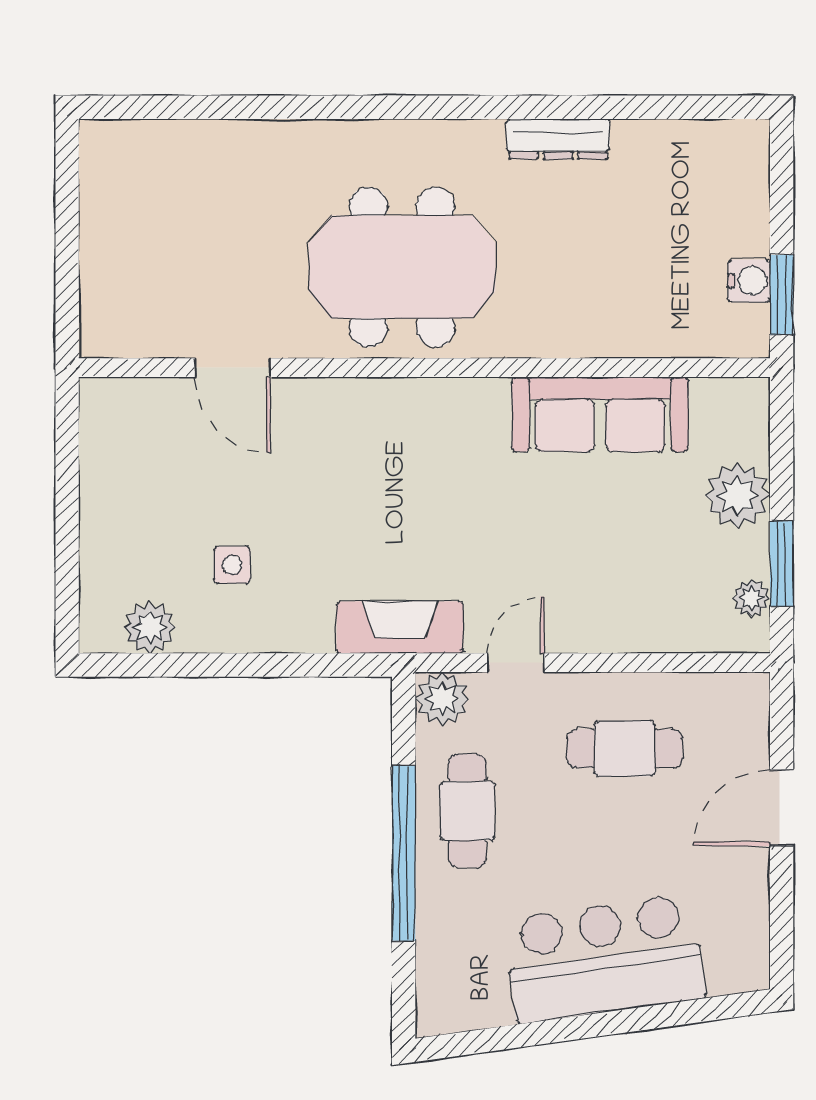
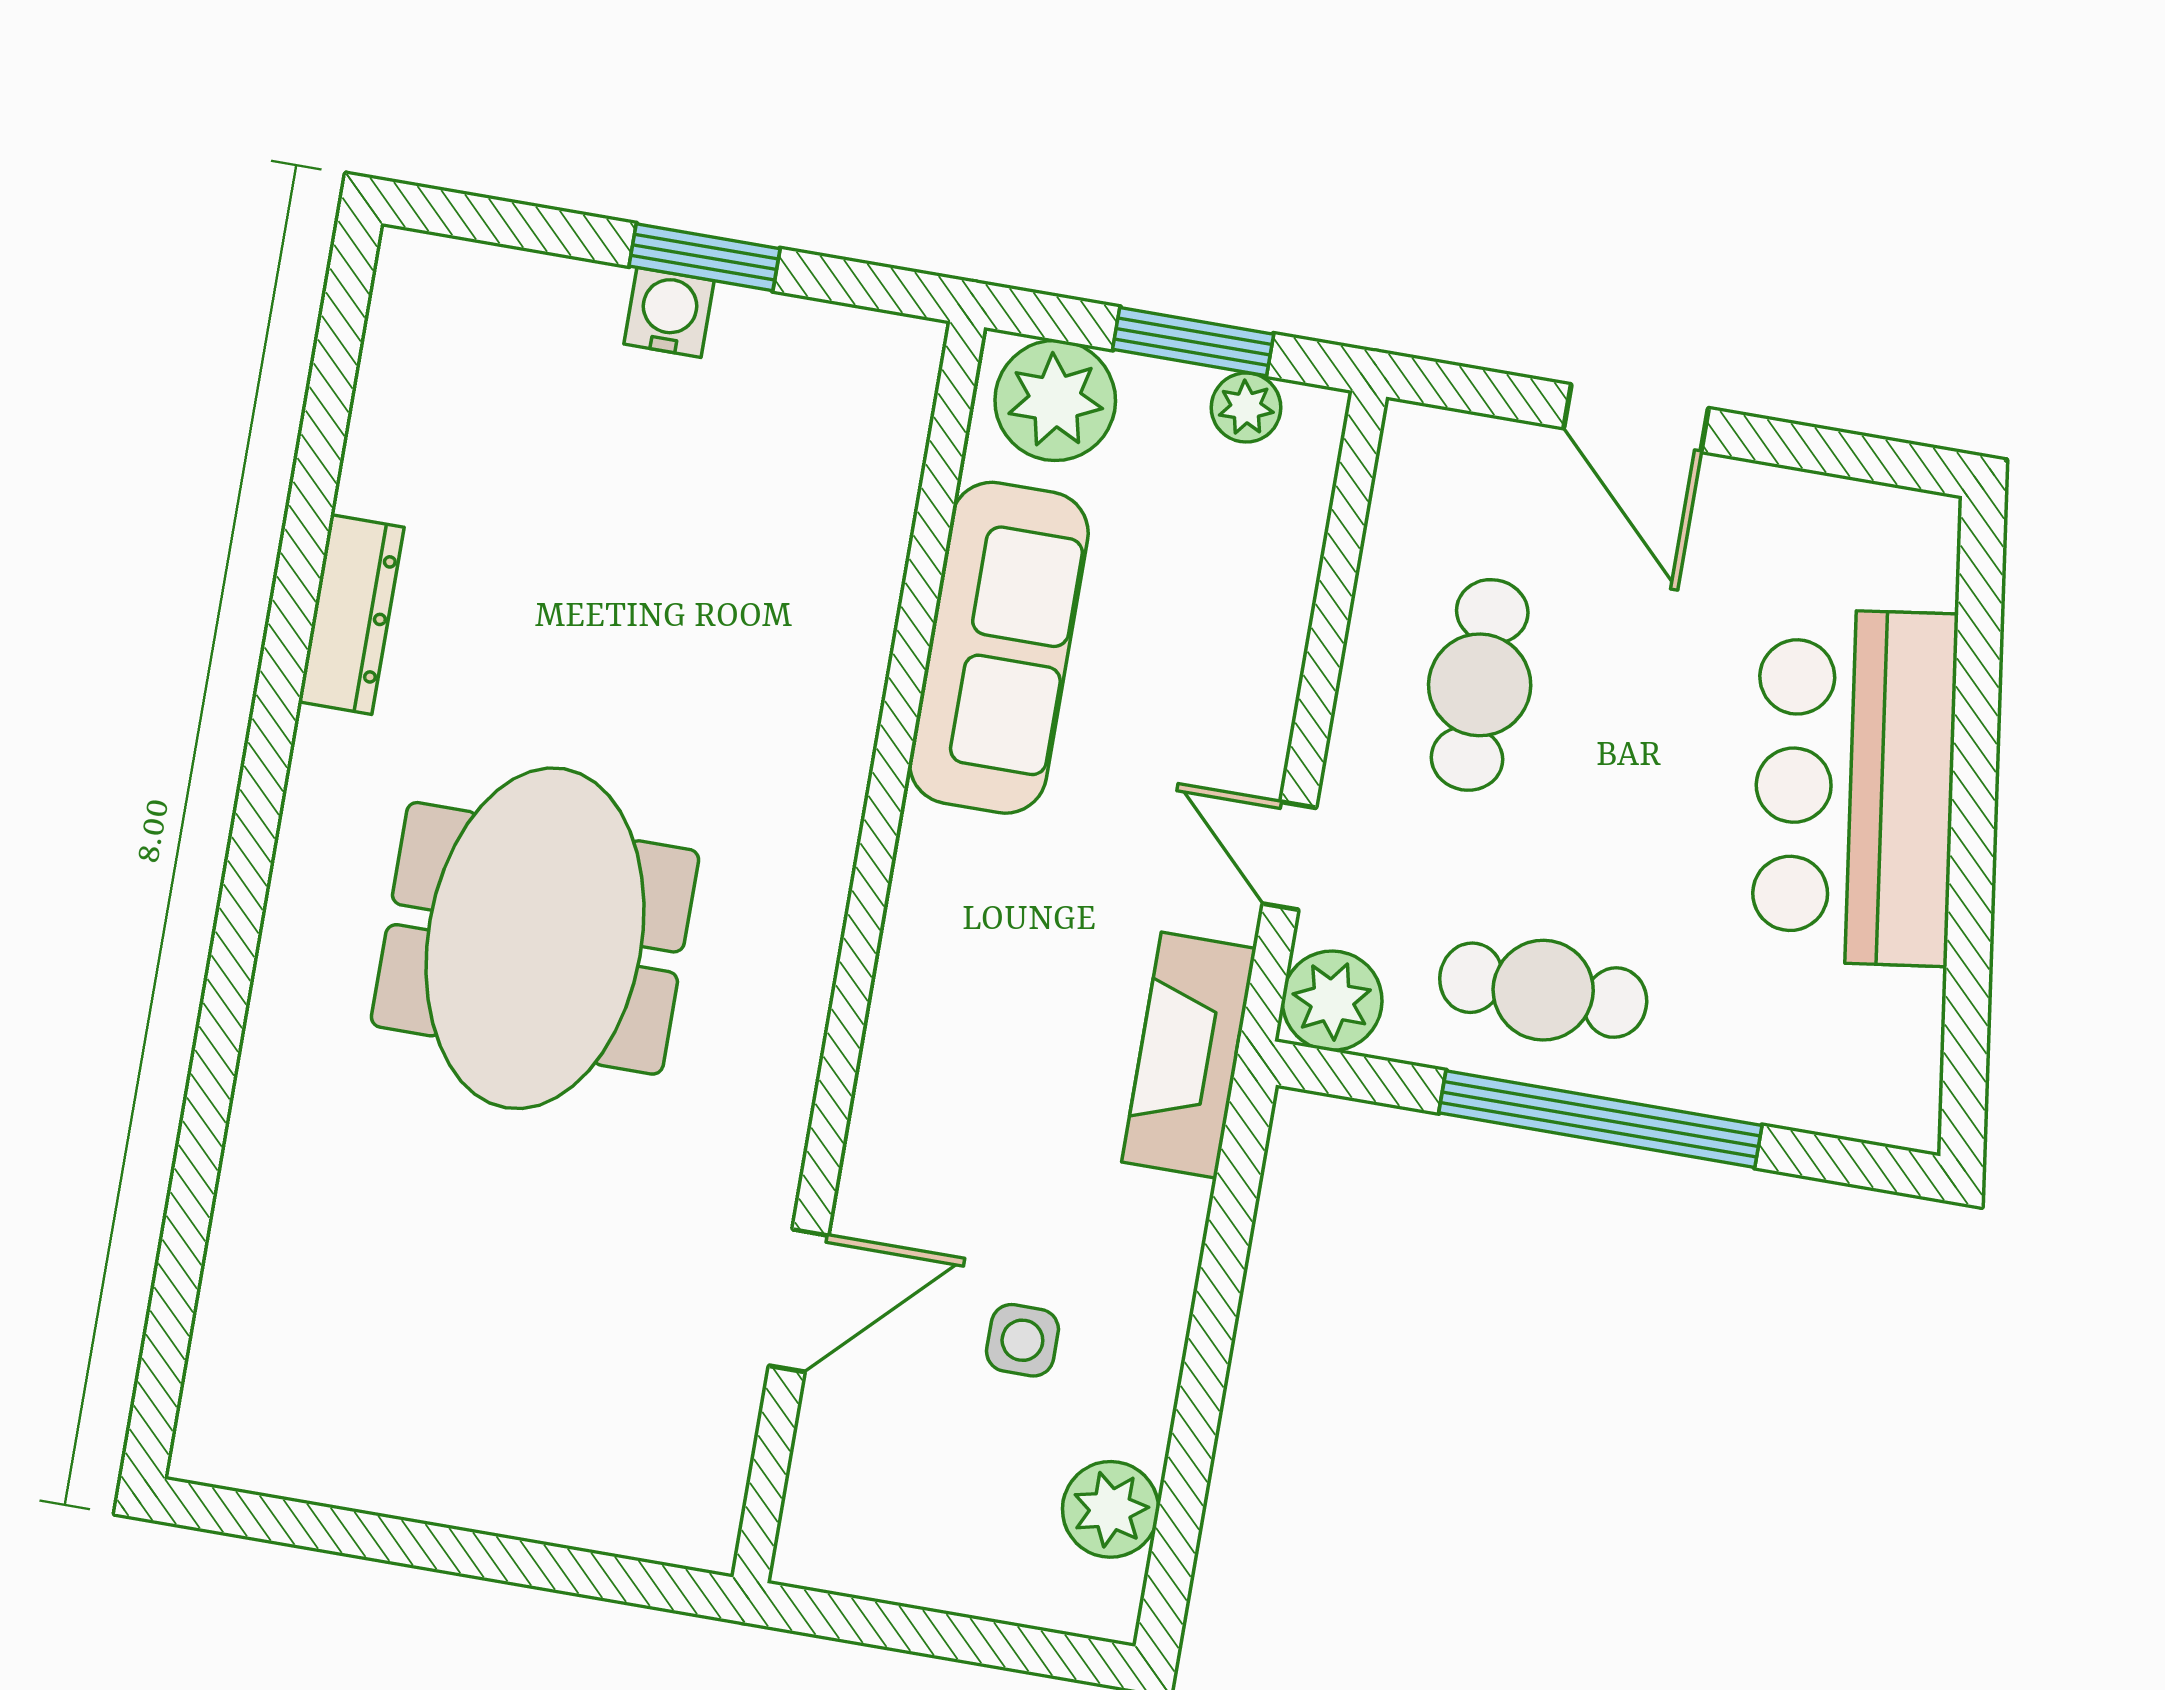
door: (233, 368) -> (799, 1301), moved
wall: (424, 368) -> (859, 952), moved
sofa: (600, 414) -> (999, 648), moved

